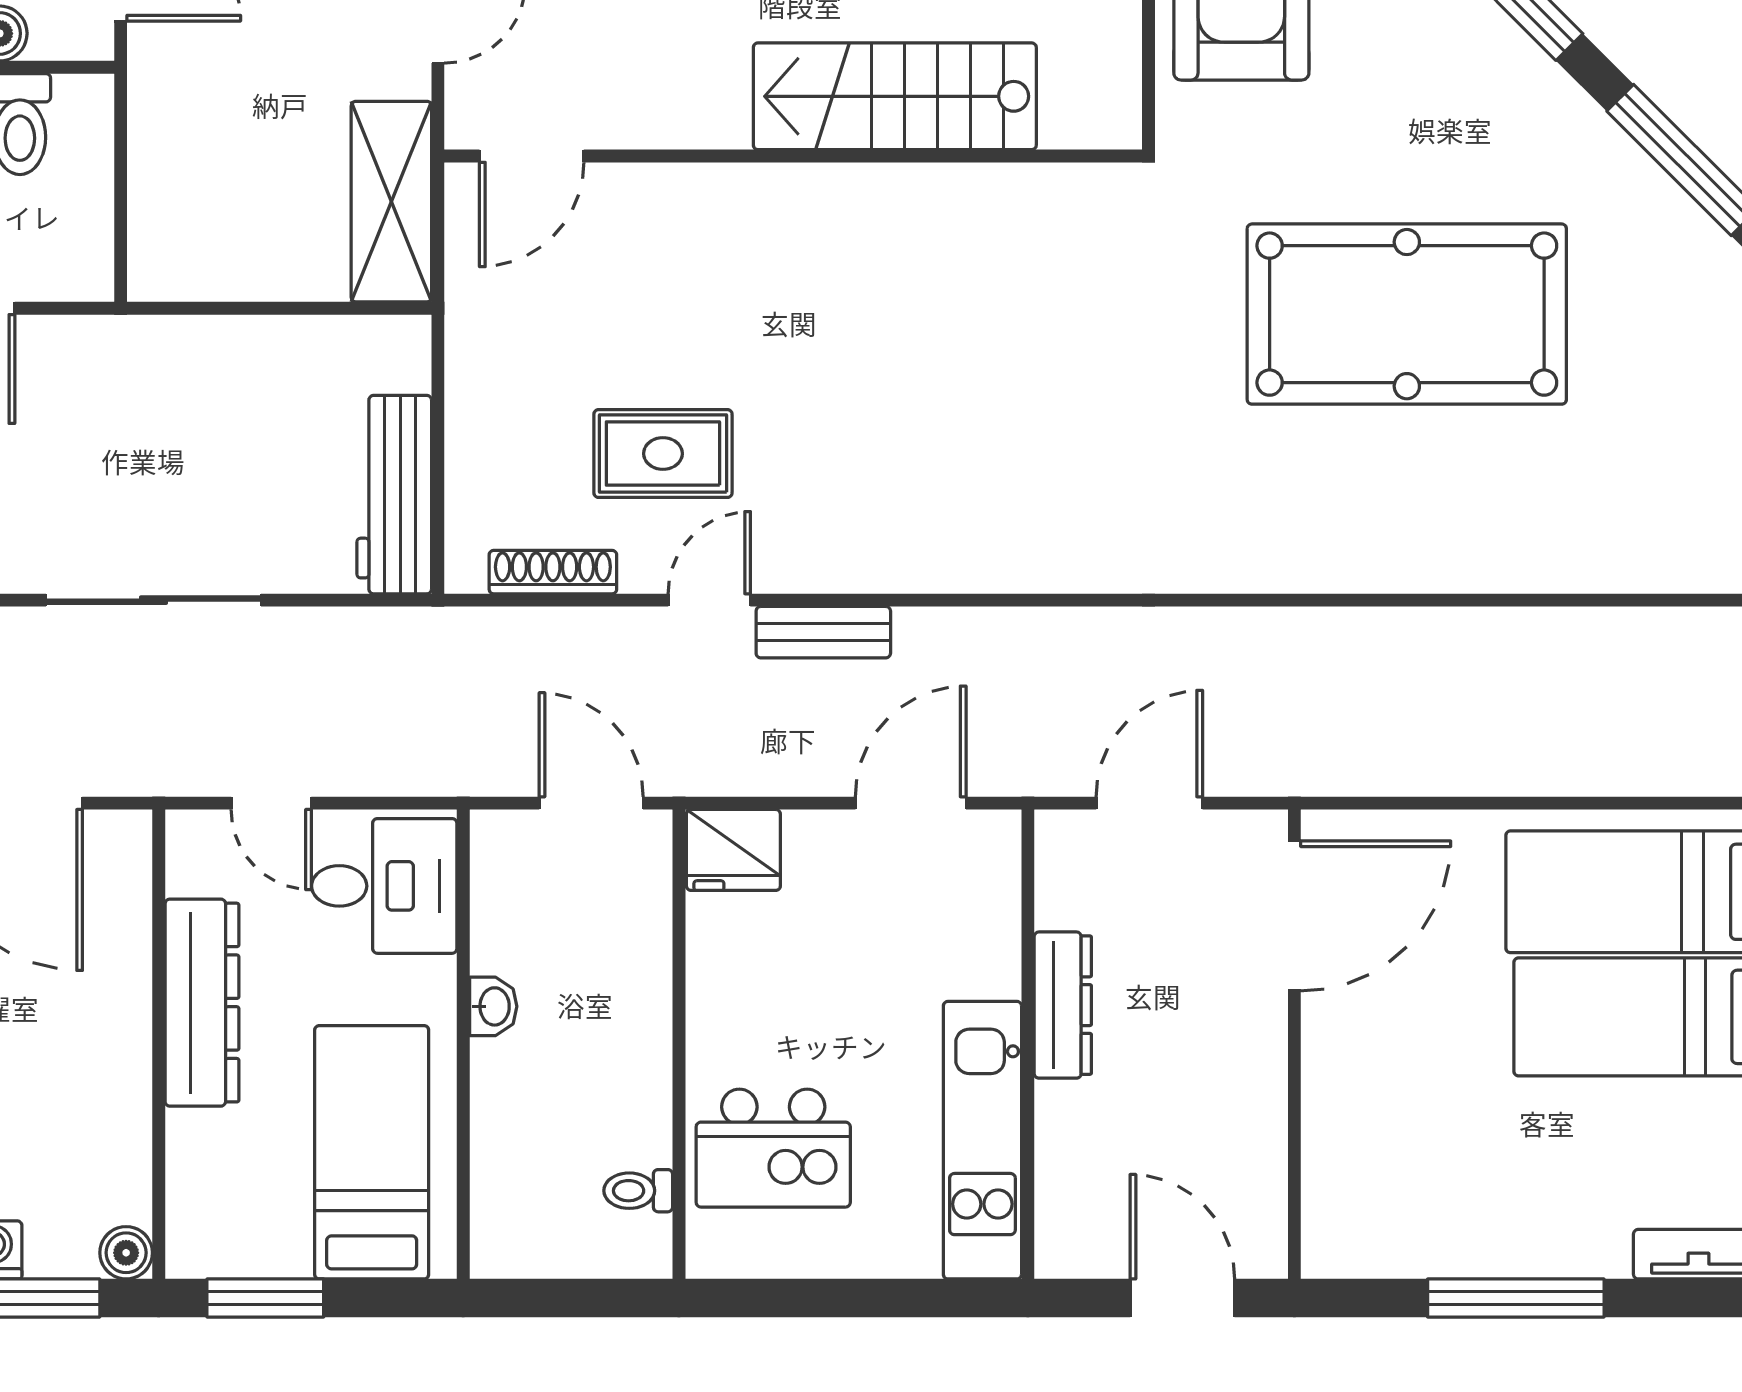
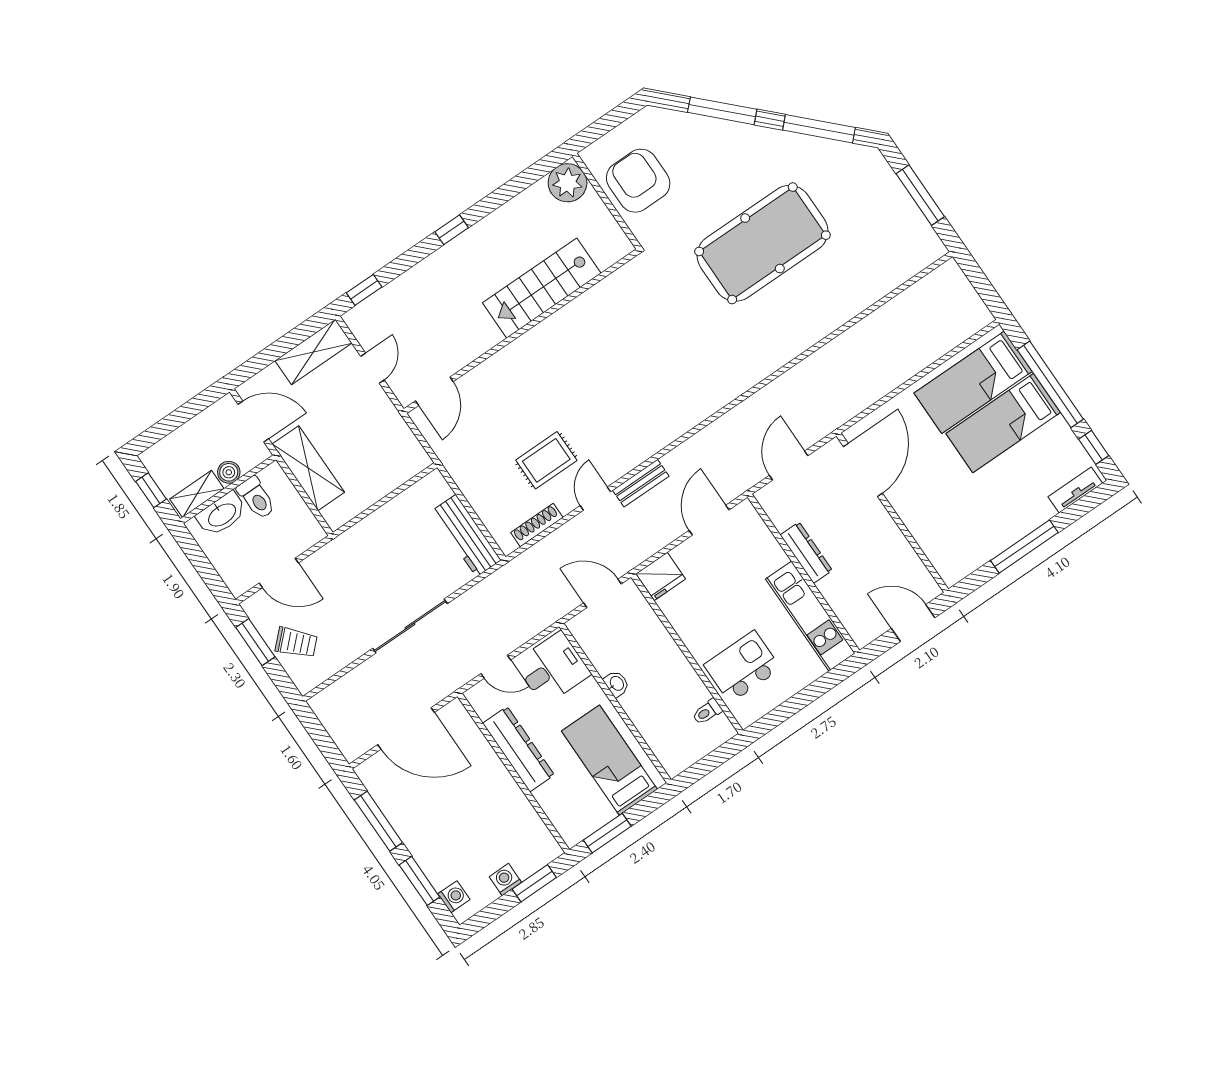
shelving: (391, 202) -> (308, 468), moved
kitchen island: (773, 1148) -> (742, 667), turned 180
boiler: (126, 1253) -> (550, 850), removed

